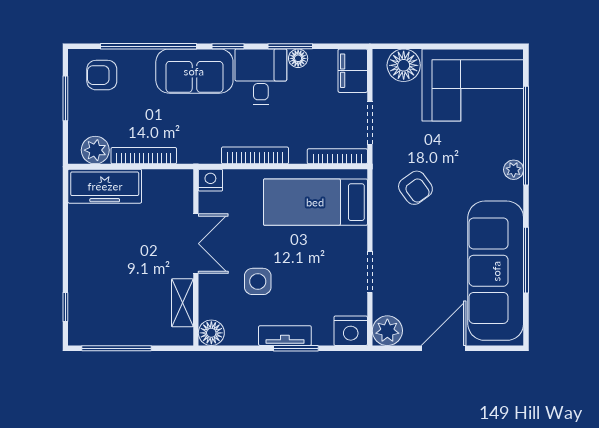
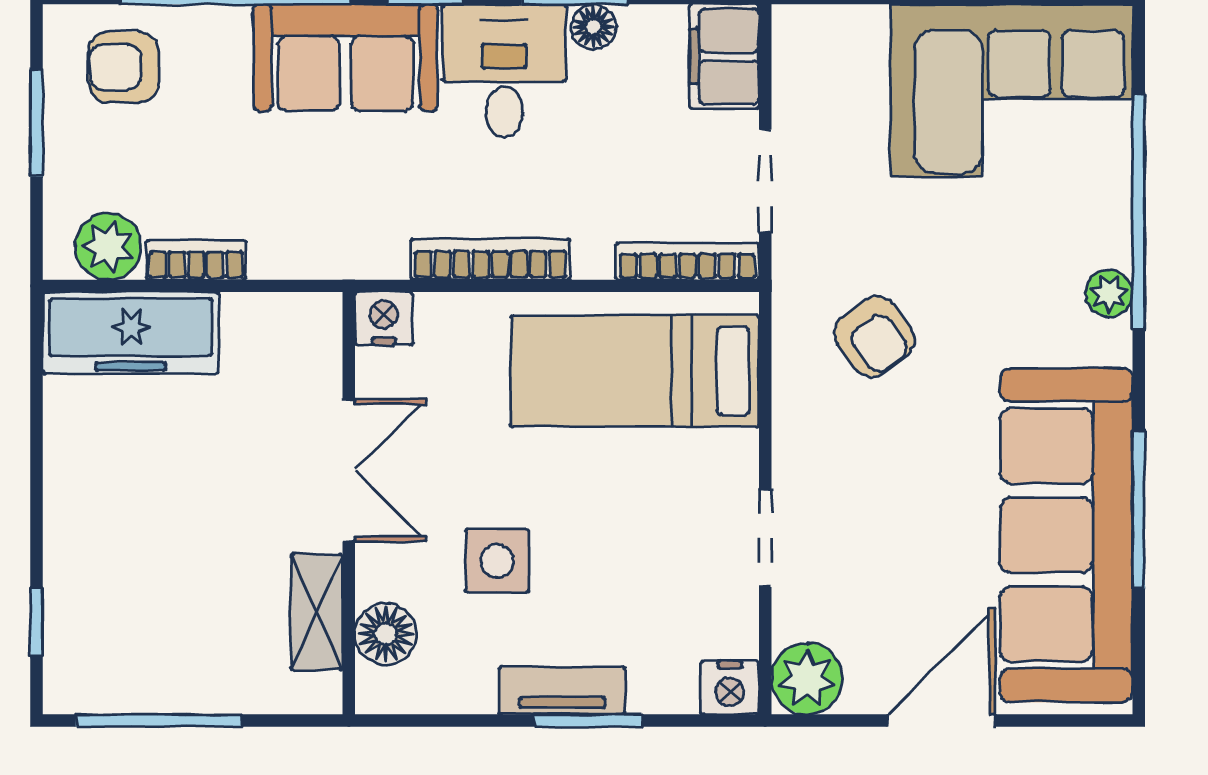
floor lamp: (404, 65) -> (846, 44), removed
bookcase: (144, 156) -> (196, 260), width x0.64
nightstand: (351, 331) -> (730, 688), width x0.74, depth x0.75
floor lamp: (211, 333) -> (386, 634), moved

